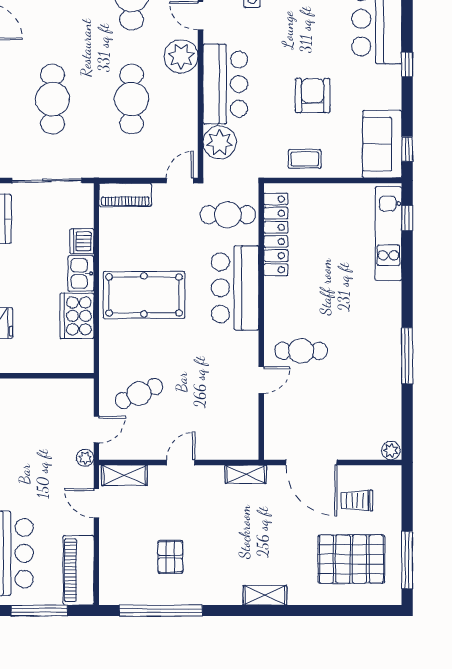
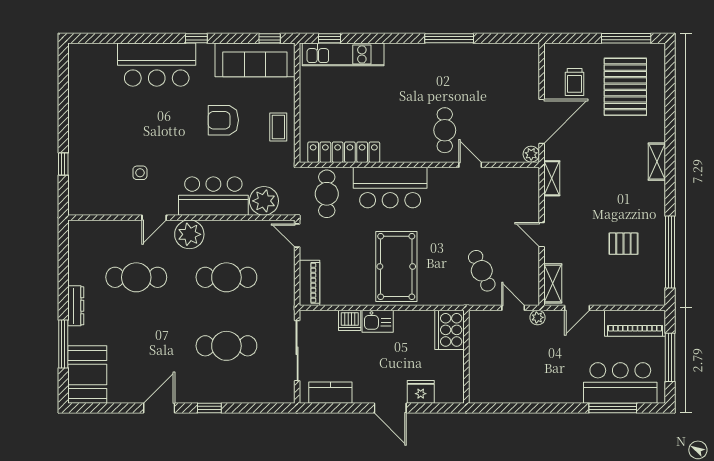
sofa: (382, 144) -> (255, 60), width x1.36
cooker: (77, 316) -> (449, 330), moved, turned 90
plant: (391, 451) -> (531, 154), moved

